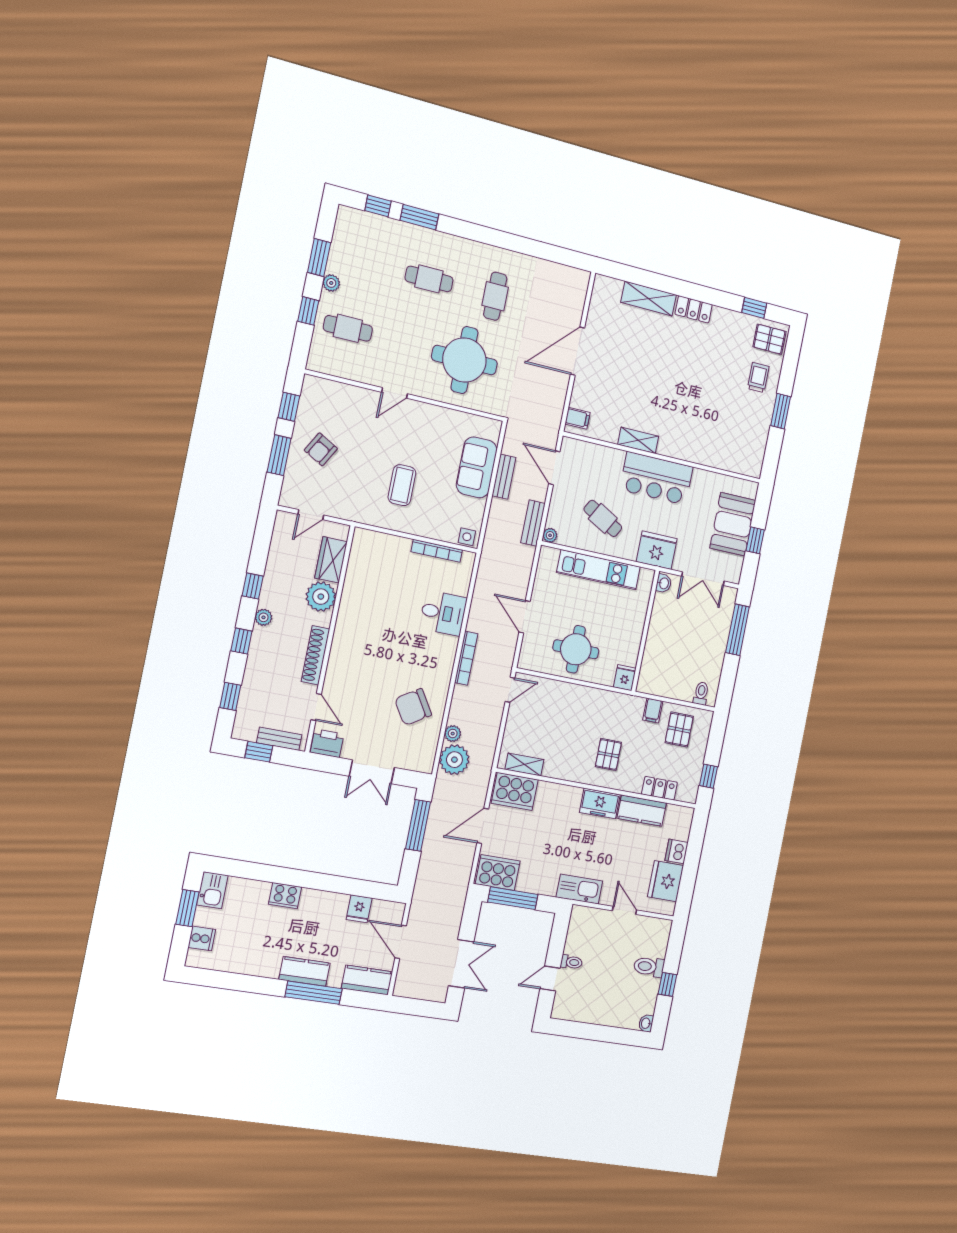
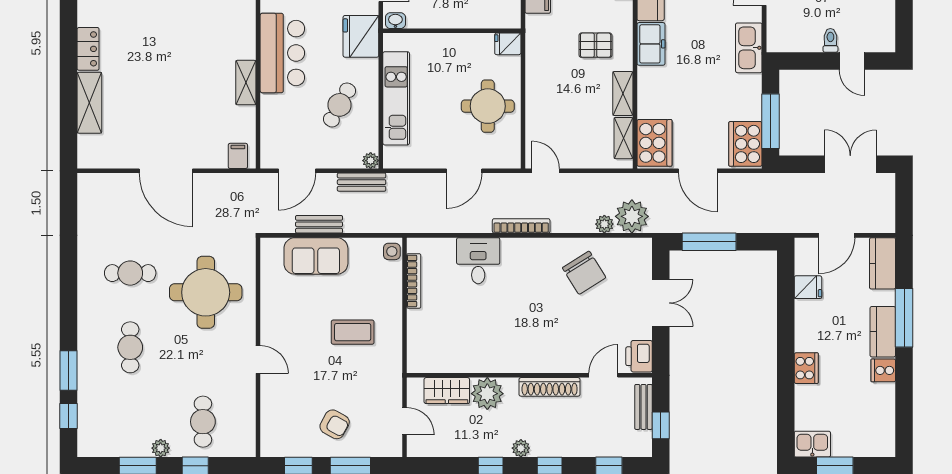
shelving: (563, 771) -> (623, 93), added
cooker: (202, 938) -> (883, 370), moved, turned -90

